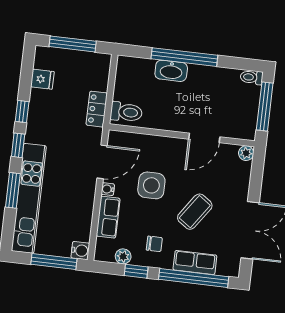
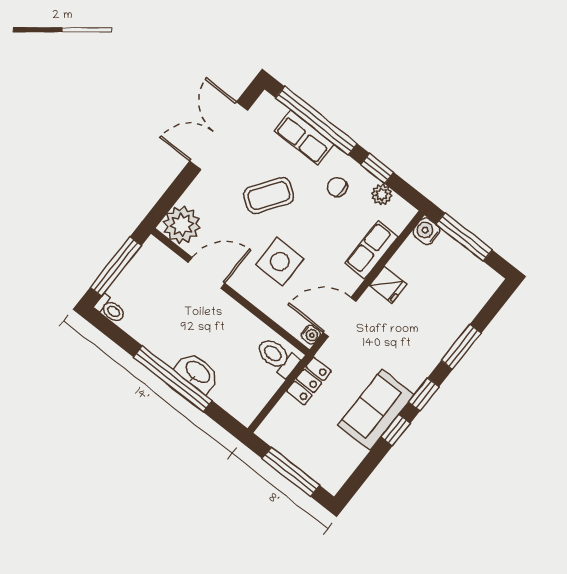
fridge: (42, 79) -> (388, 285), moved, turned 180
sofa: (43, 117) -> (376, 410), added
plant: (246, 153) -> (182, 225), width x1.87, depth x1.87
side table: (151, 185) -> (280, 262), moved
water cooler: (108, 189) -> (311, 334), moved
kitchen unit: (29, 198) -> (449, 327), removed

